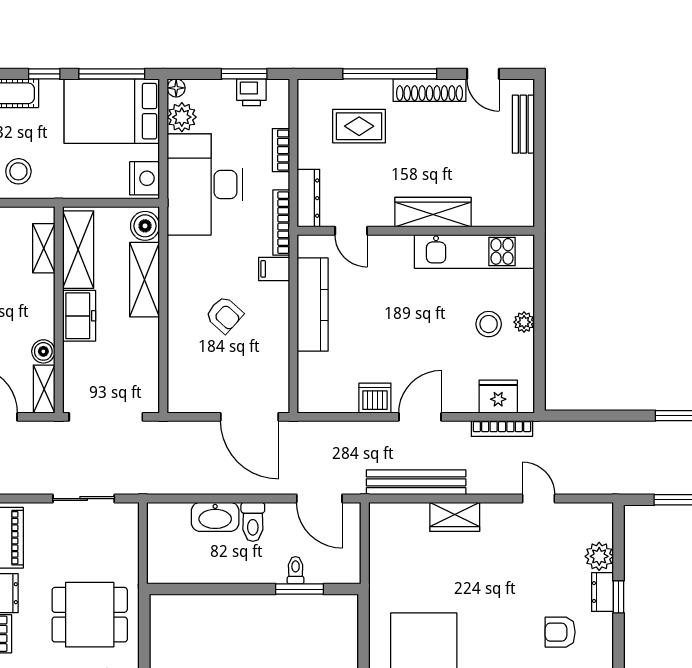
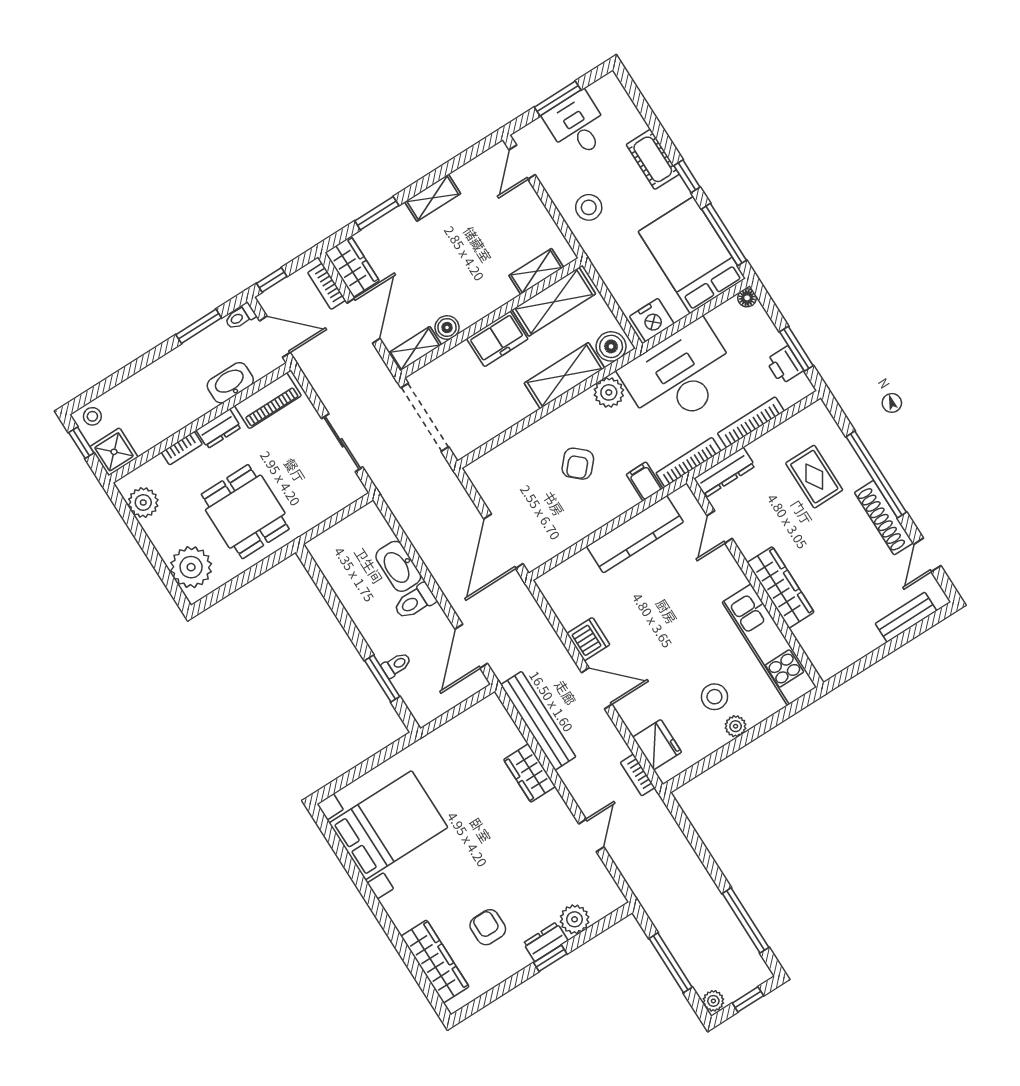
plant: (182, 117) -> (609, 392), moved
bookcase: (281, 150) -> (751, 422), width x1.56
bookcase: (502, 429) -> (638, 775), width x0.64

